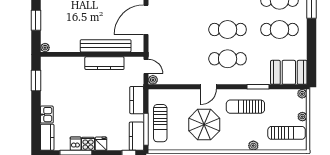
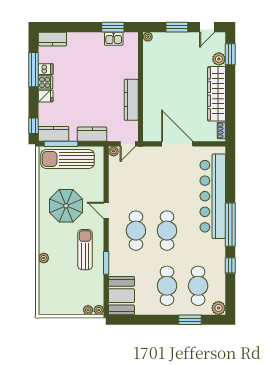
bench: (106, 46) -> (150, 101), removed
kitchen sink: (47, 115) -> (114, 39), moved
plant: (302, 117) -> (88, 310), moved
sun lounger: (160, 123) -> (67, 159), width x1.36, depth x1.34
sun lounger: (287, 133) -> (57, 293), removed

